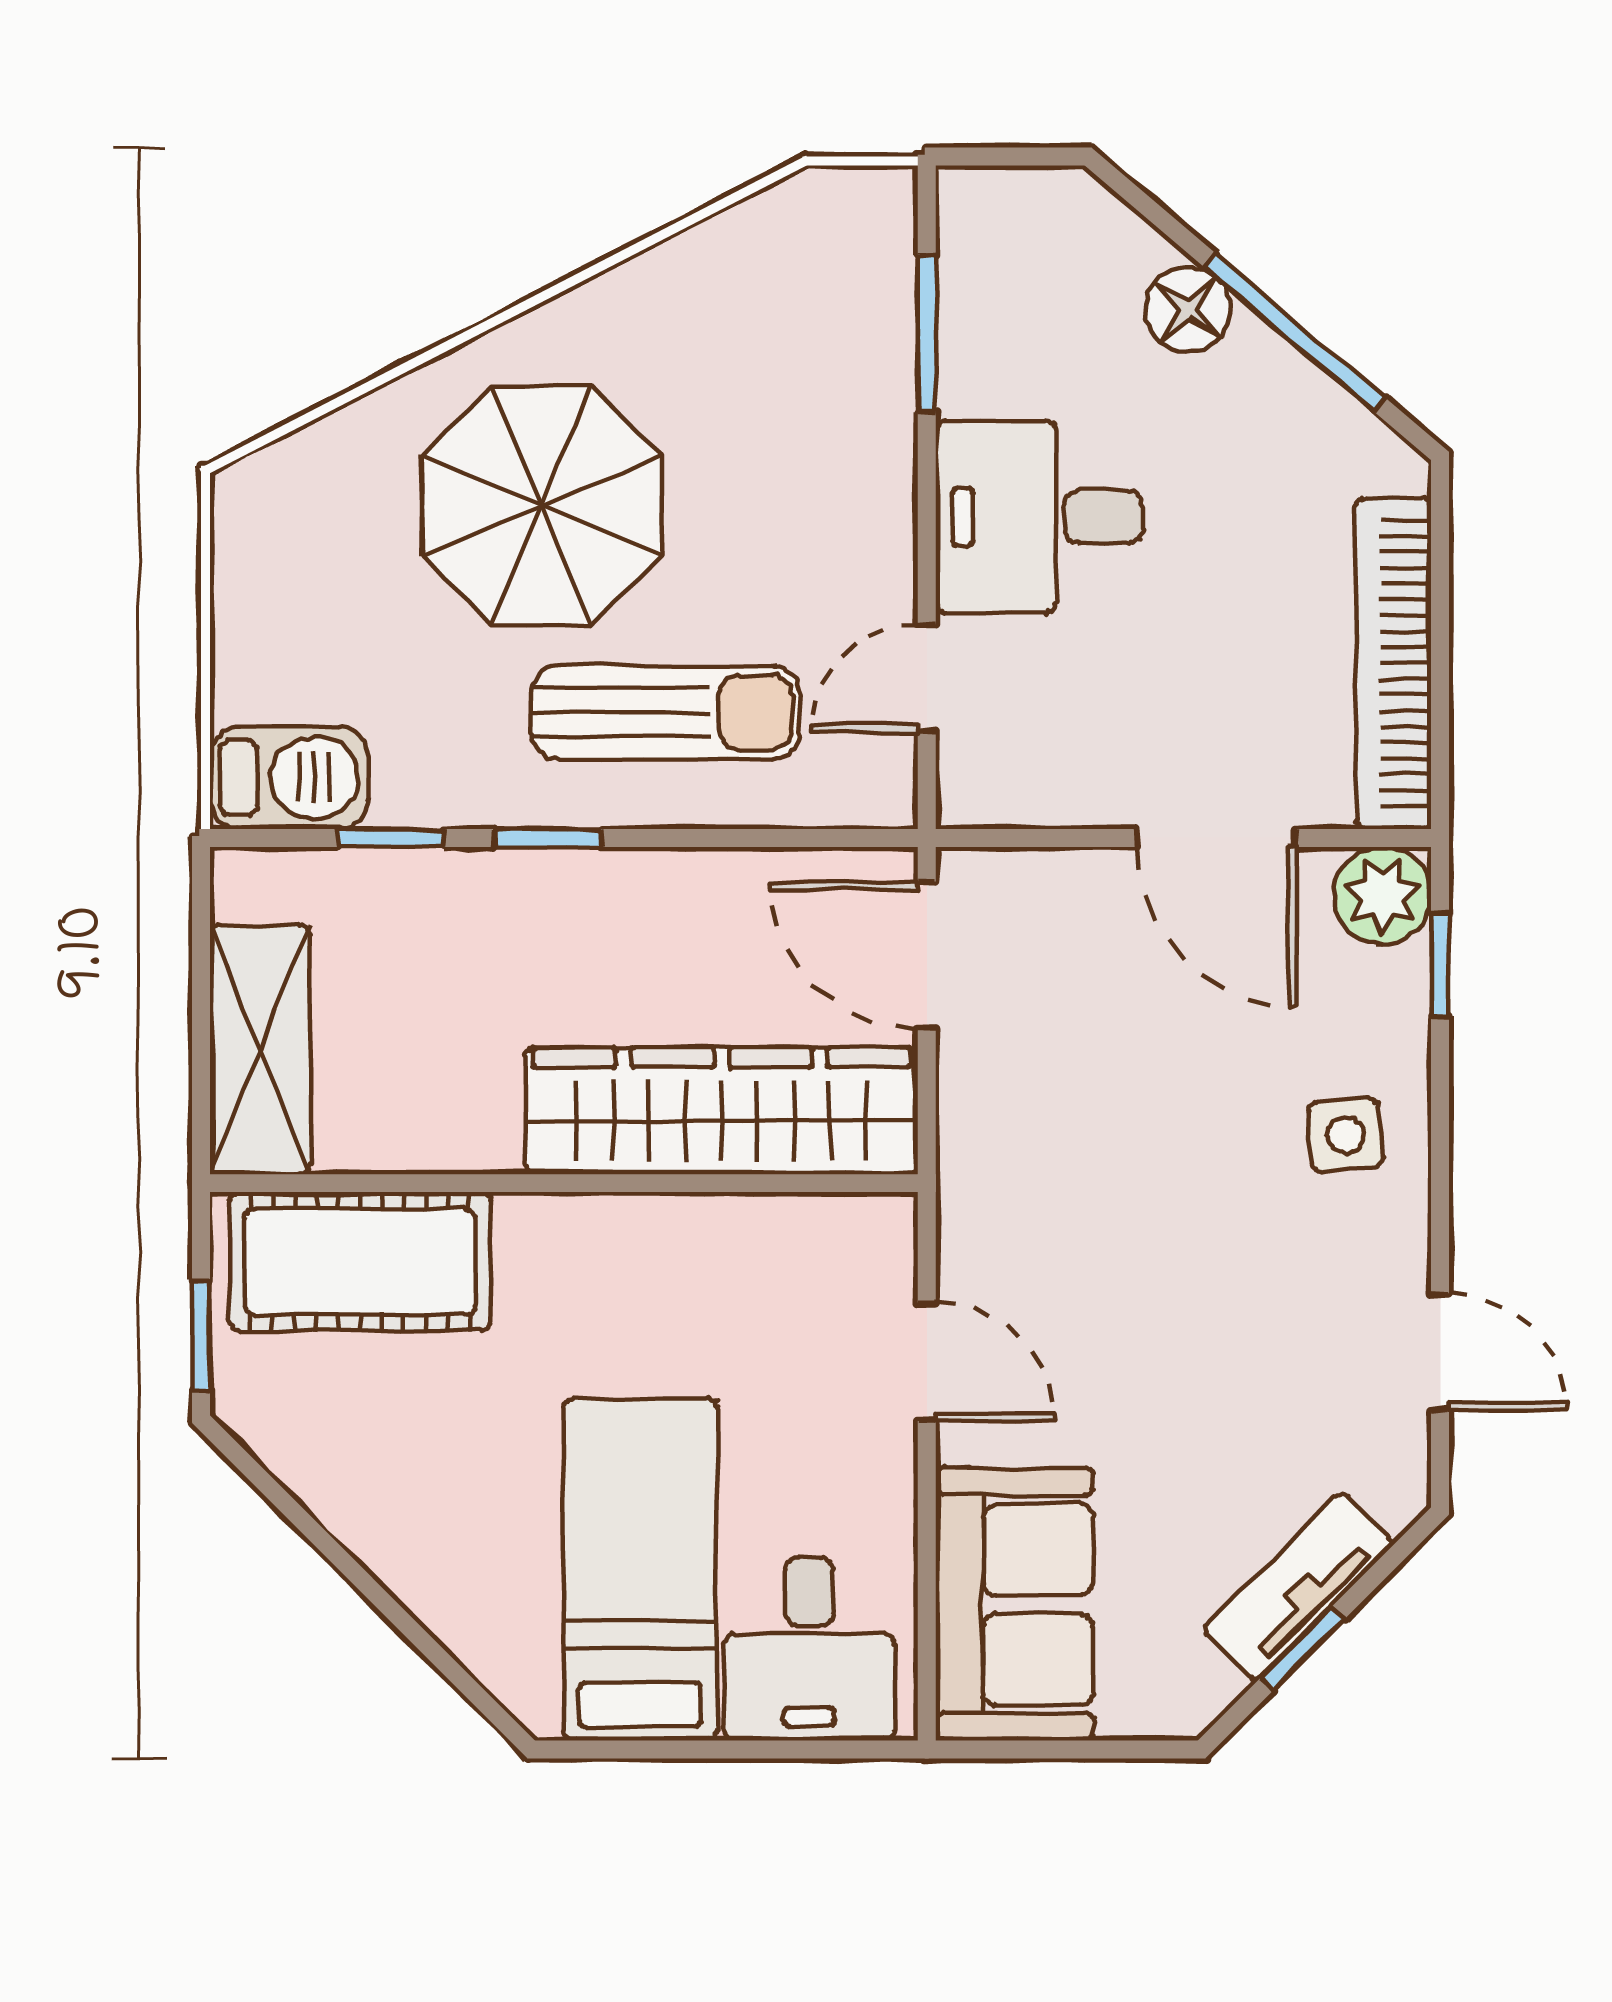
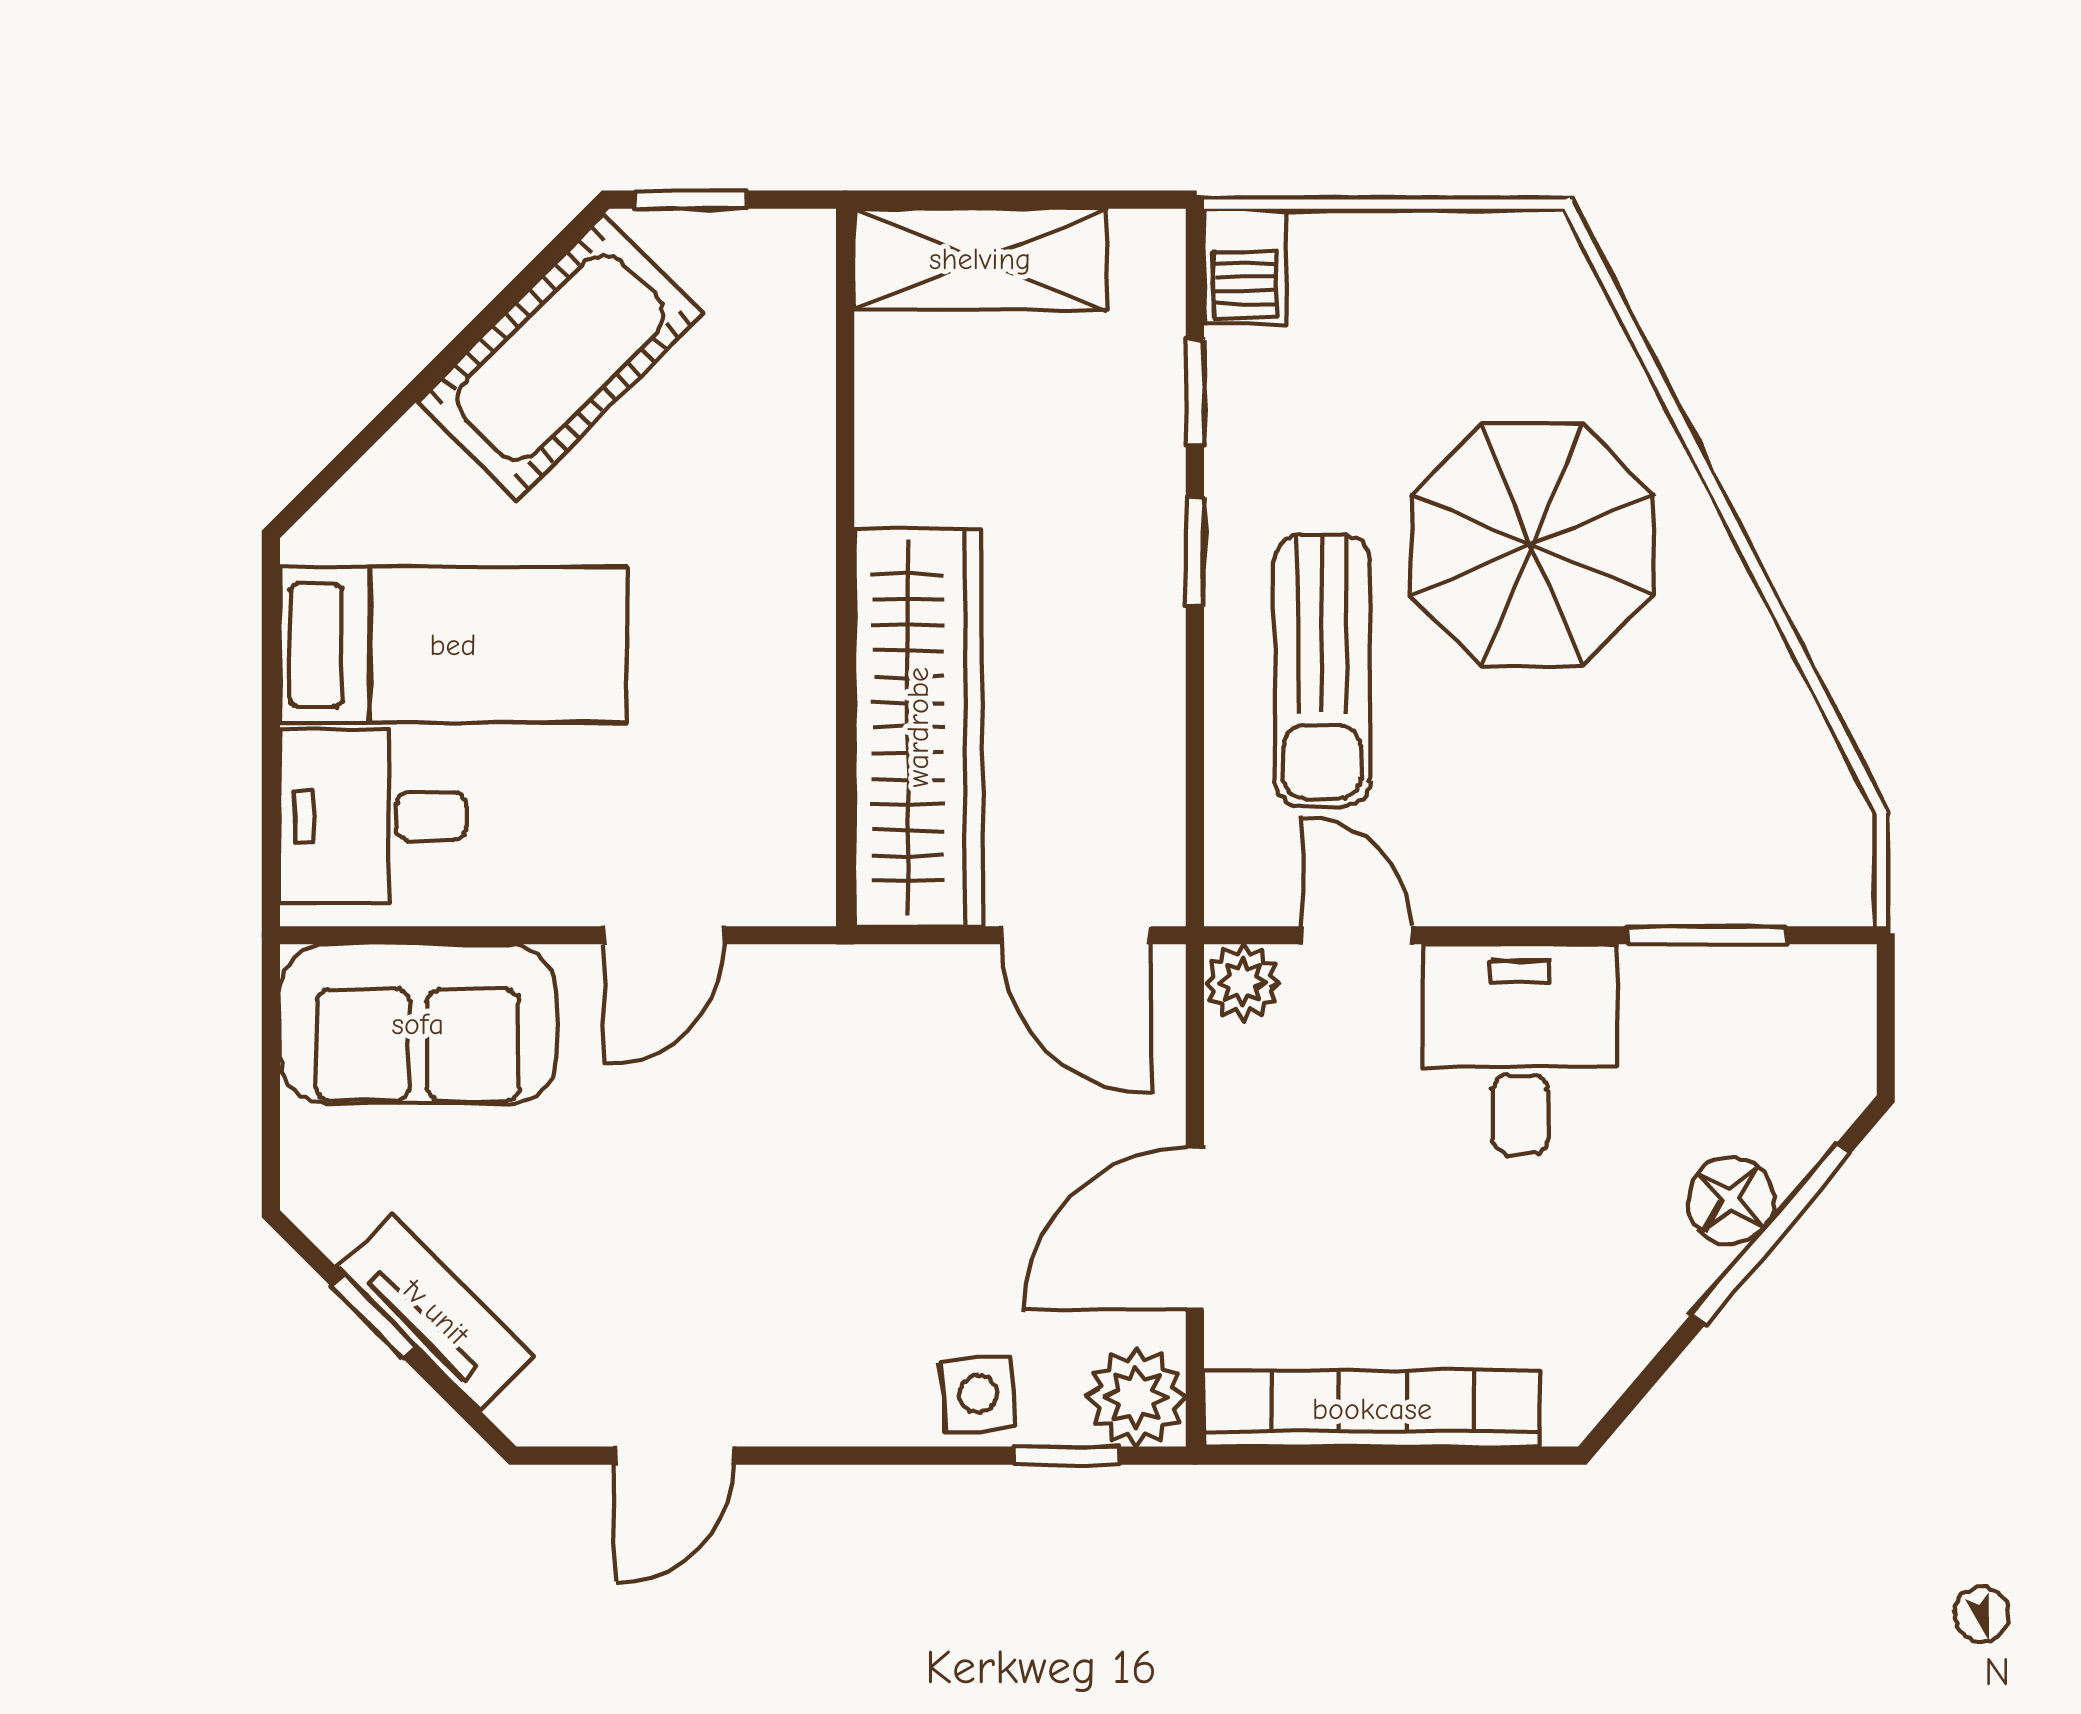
window: (1295, 333) -> (1770, 1234), moved
barbecue: (289, 778) -> (1245, 267), width x0.73, depth x0.79
plant: (973, 791) -> (1243, 982), added
door: (927, 955) -> (1077, 935), swing flipped
side table: (1345, 1135) -> (978, 1394), moved
cot: (360, 1262) -> (561, 357), moved, turned 45

